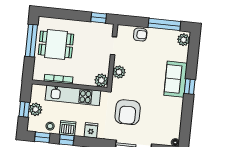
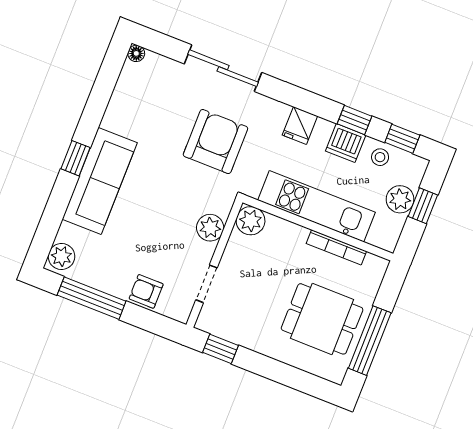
sofa: (176, 79) -> (100, 181), width x1.36

